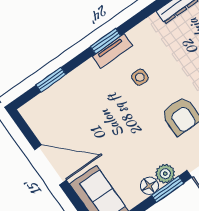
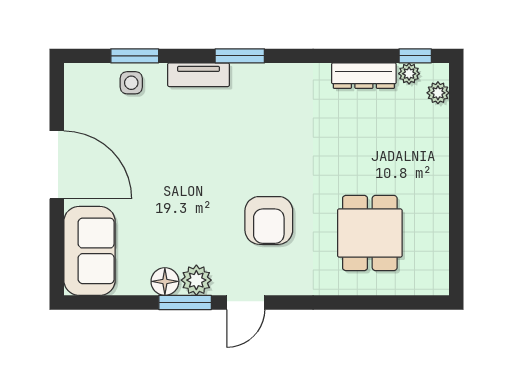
tv unit: (112, 51) -> (199, 75), moved
side table: (140, 77) -> (131, 83), moved

